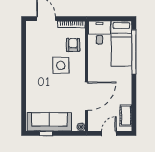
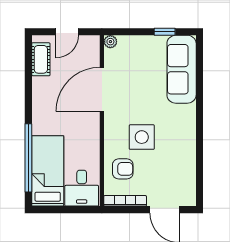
armchair: (73, 45) -> (123, 169), turned -90
sofa: (49, 122) -> (182, 69), moved, turned 90

